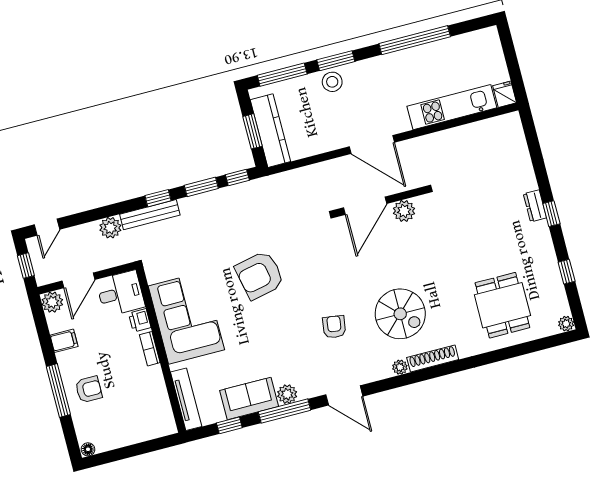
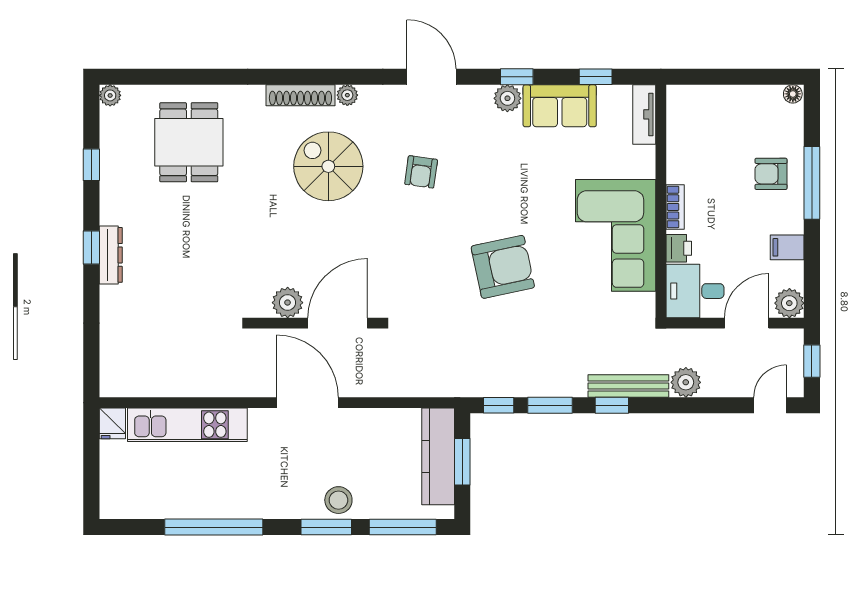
dresser: (535, 206) -> (111, 255), width x1.44
tv unit: (186, 399) -> (644, 114), width x0.71
window: (285, 411) -> (517, 77), width x0.46

